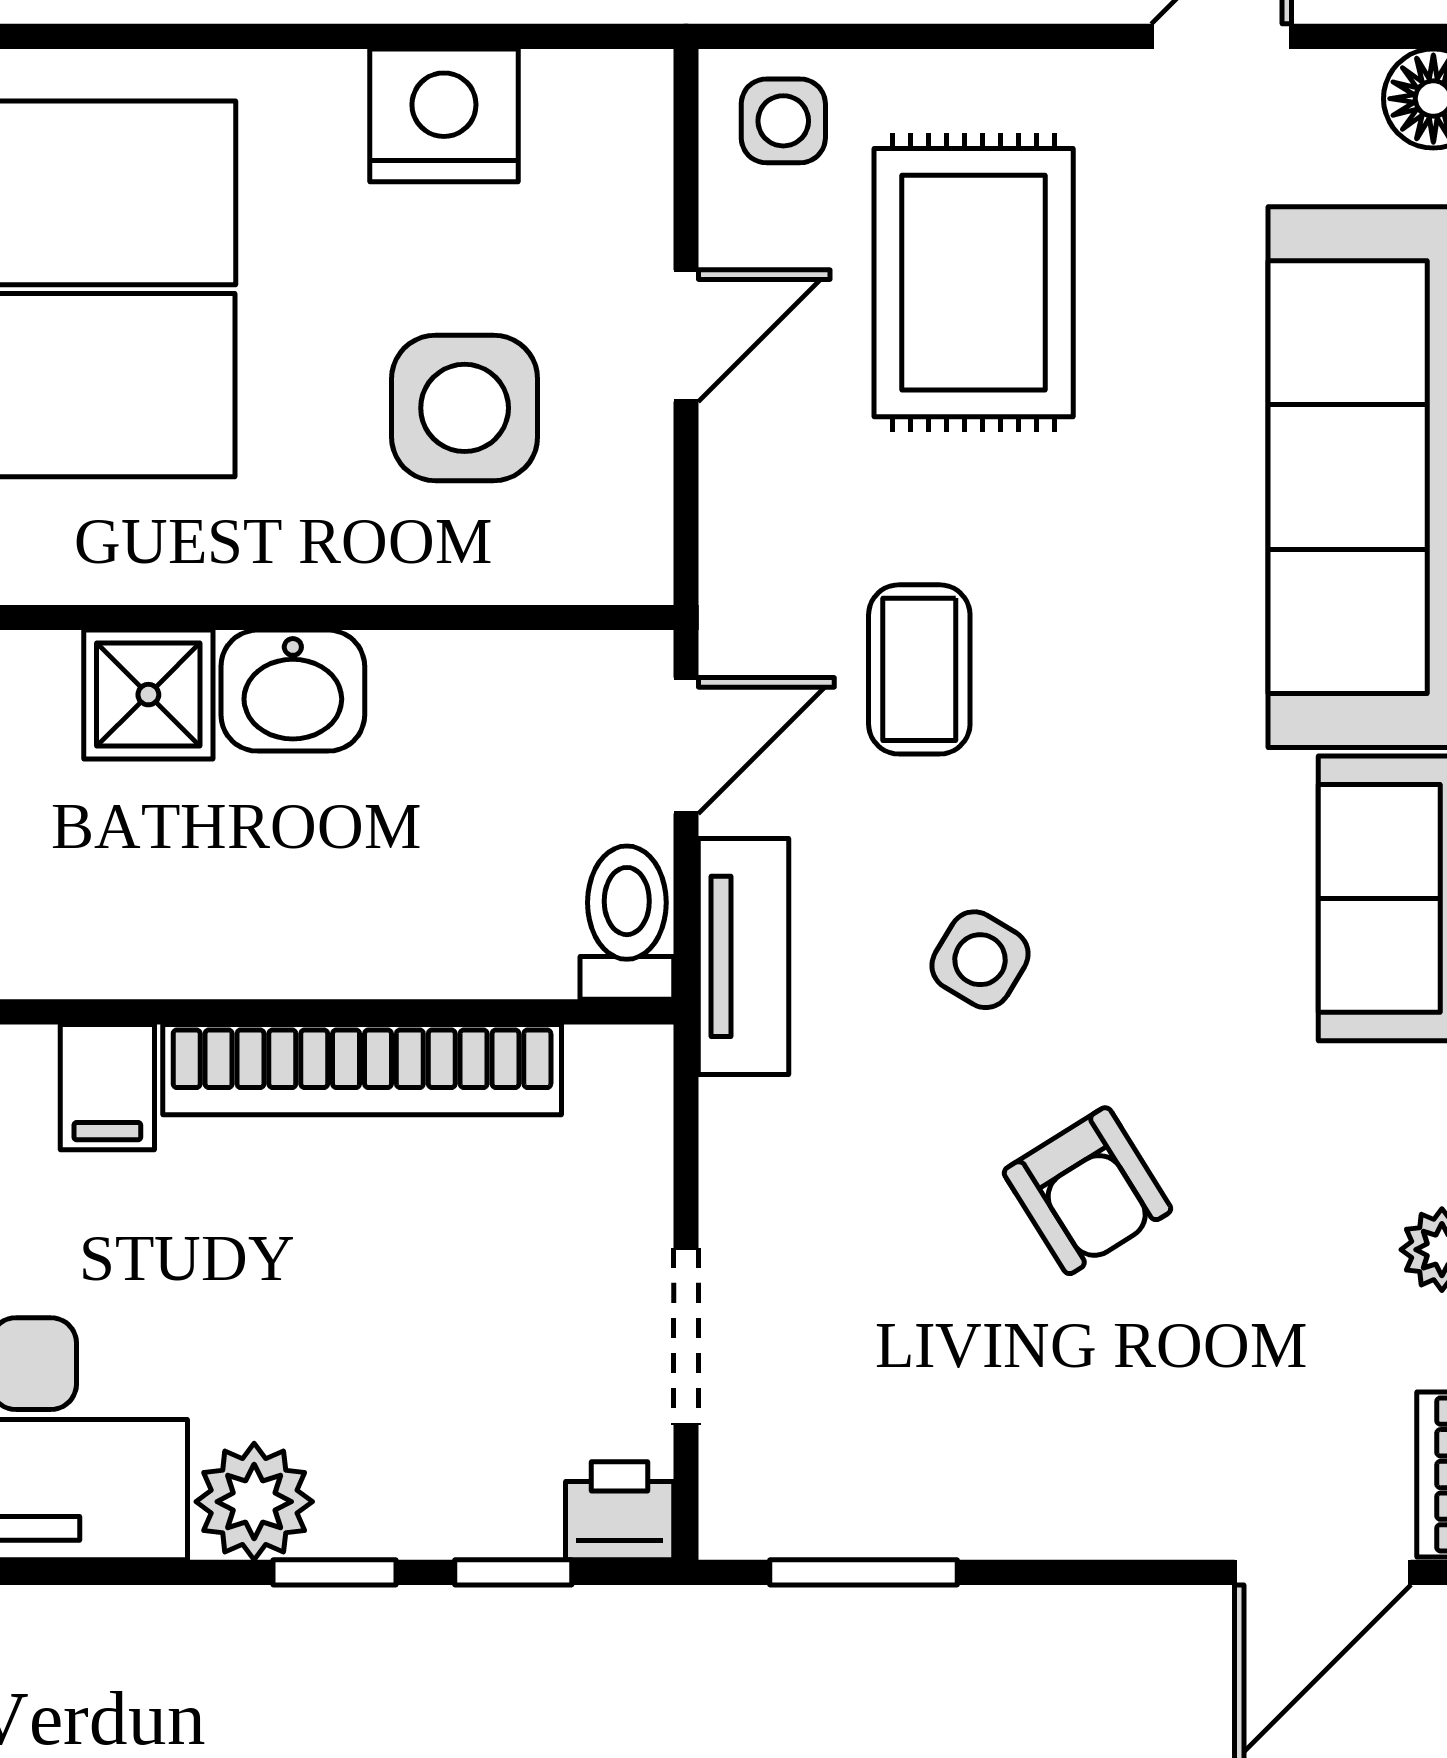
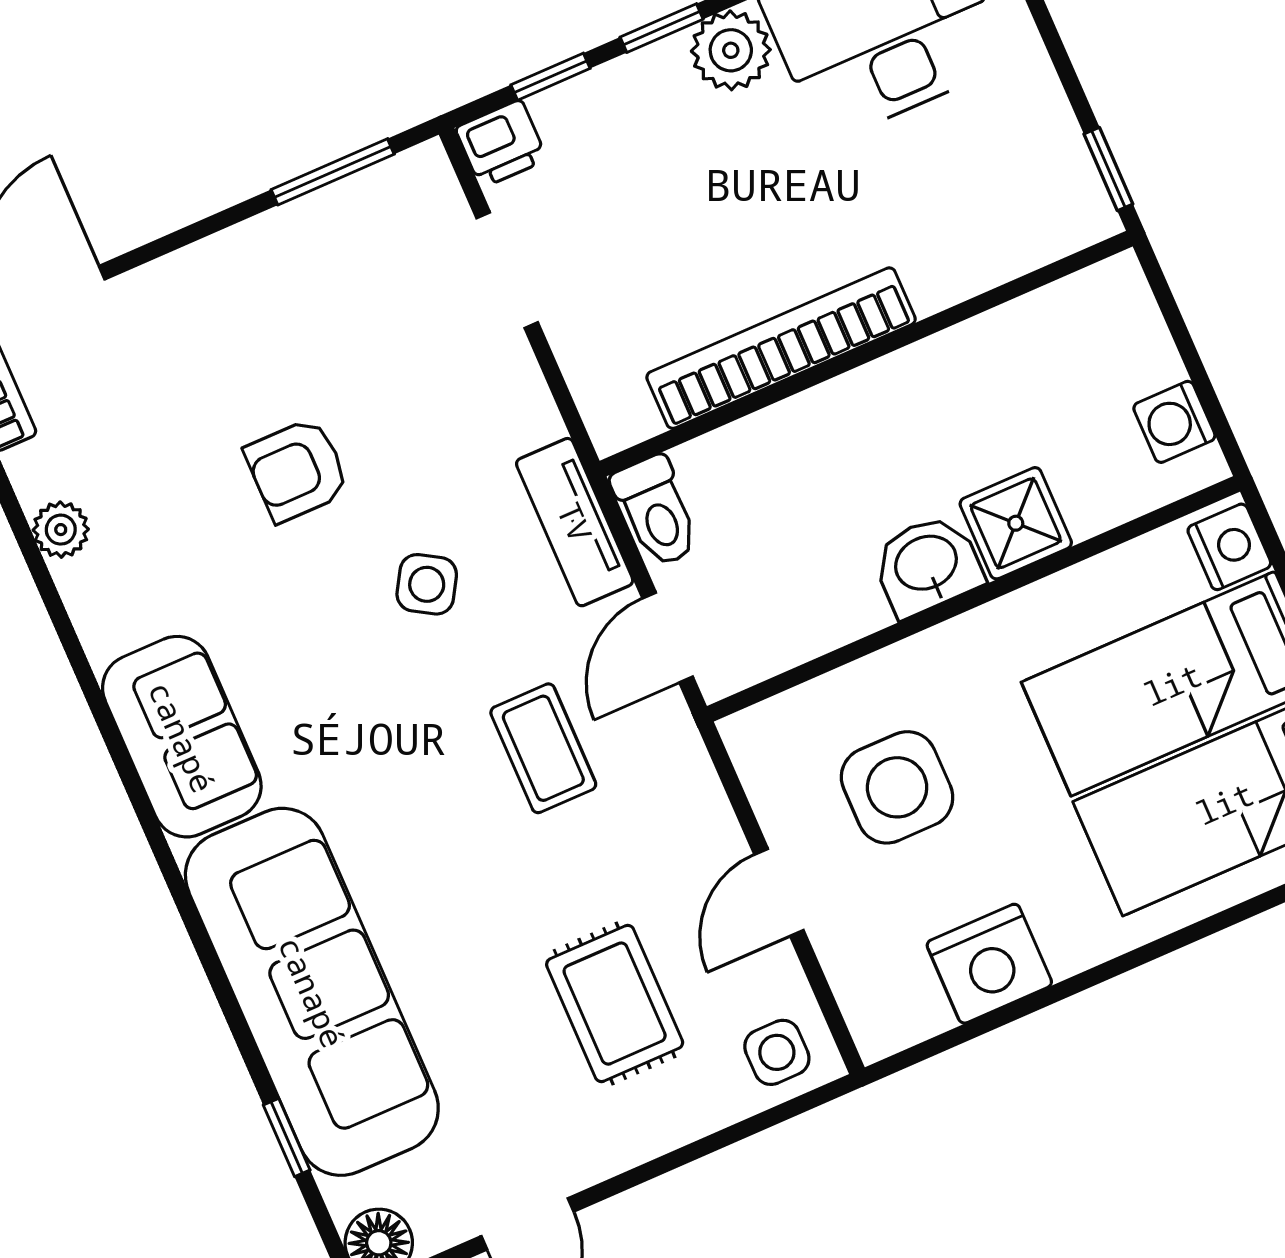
rug: (974, 283) -> (615, 1004), width x0.73, depth x0.70
filing cabinet: (107, 1087) -> (935, 268), removed
armchair: (1087, 1191) -> (297, 470), turned -58

